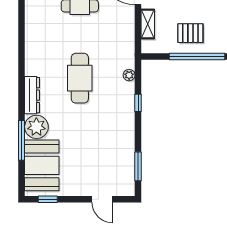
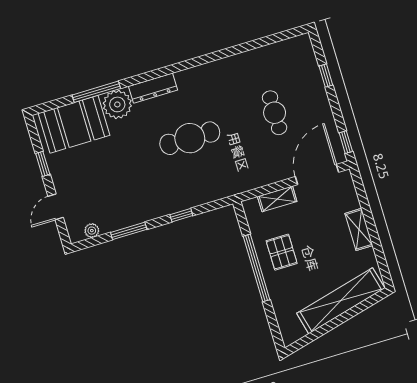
plant: (129, 75) -> (92, 231), moved
window: (138, 166) -> (129, 231), moved
window: (48, 199) -> (43, 164), moved

